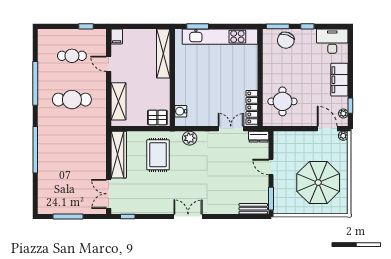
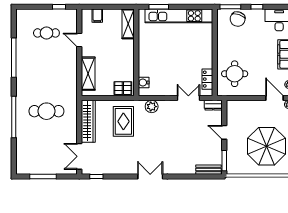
filing cabinet: (117, 36) -> (97, 16), moved
shelving: (163, 53) -> (128, 24), width x0.68
cafe table: (72, 100) -> (46, 111), moved
locker: (252, 107) -> (207, 79), width x0.66

